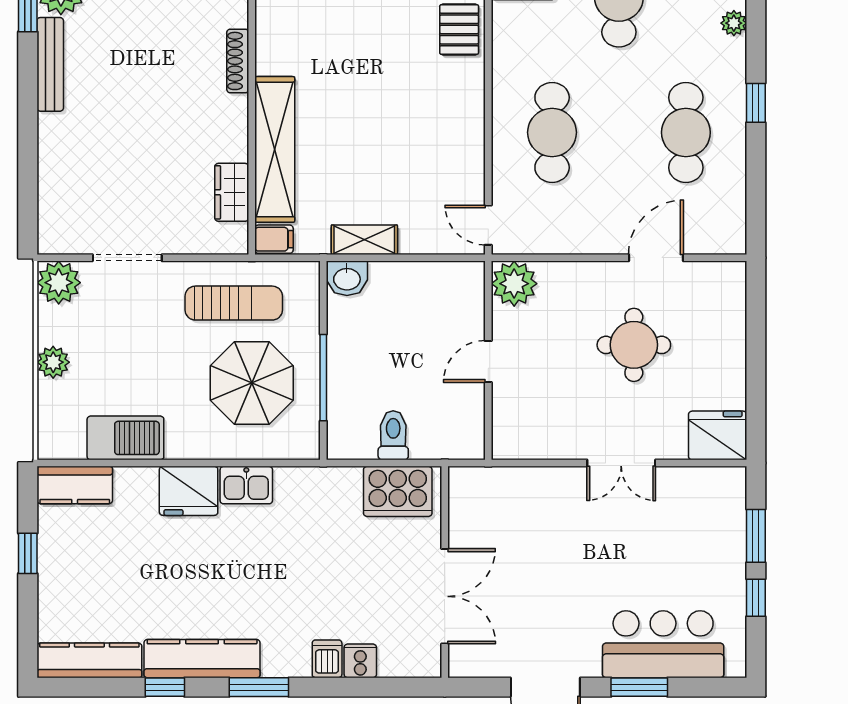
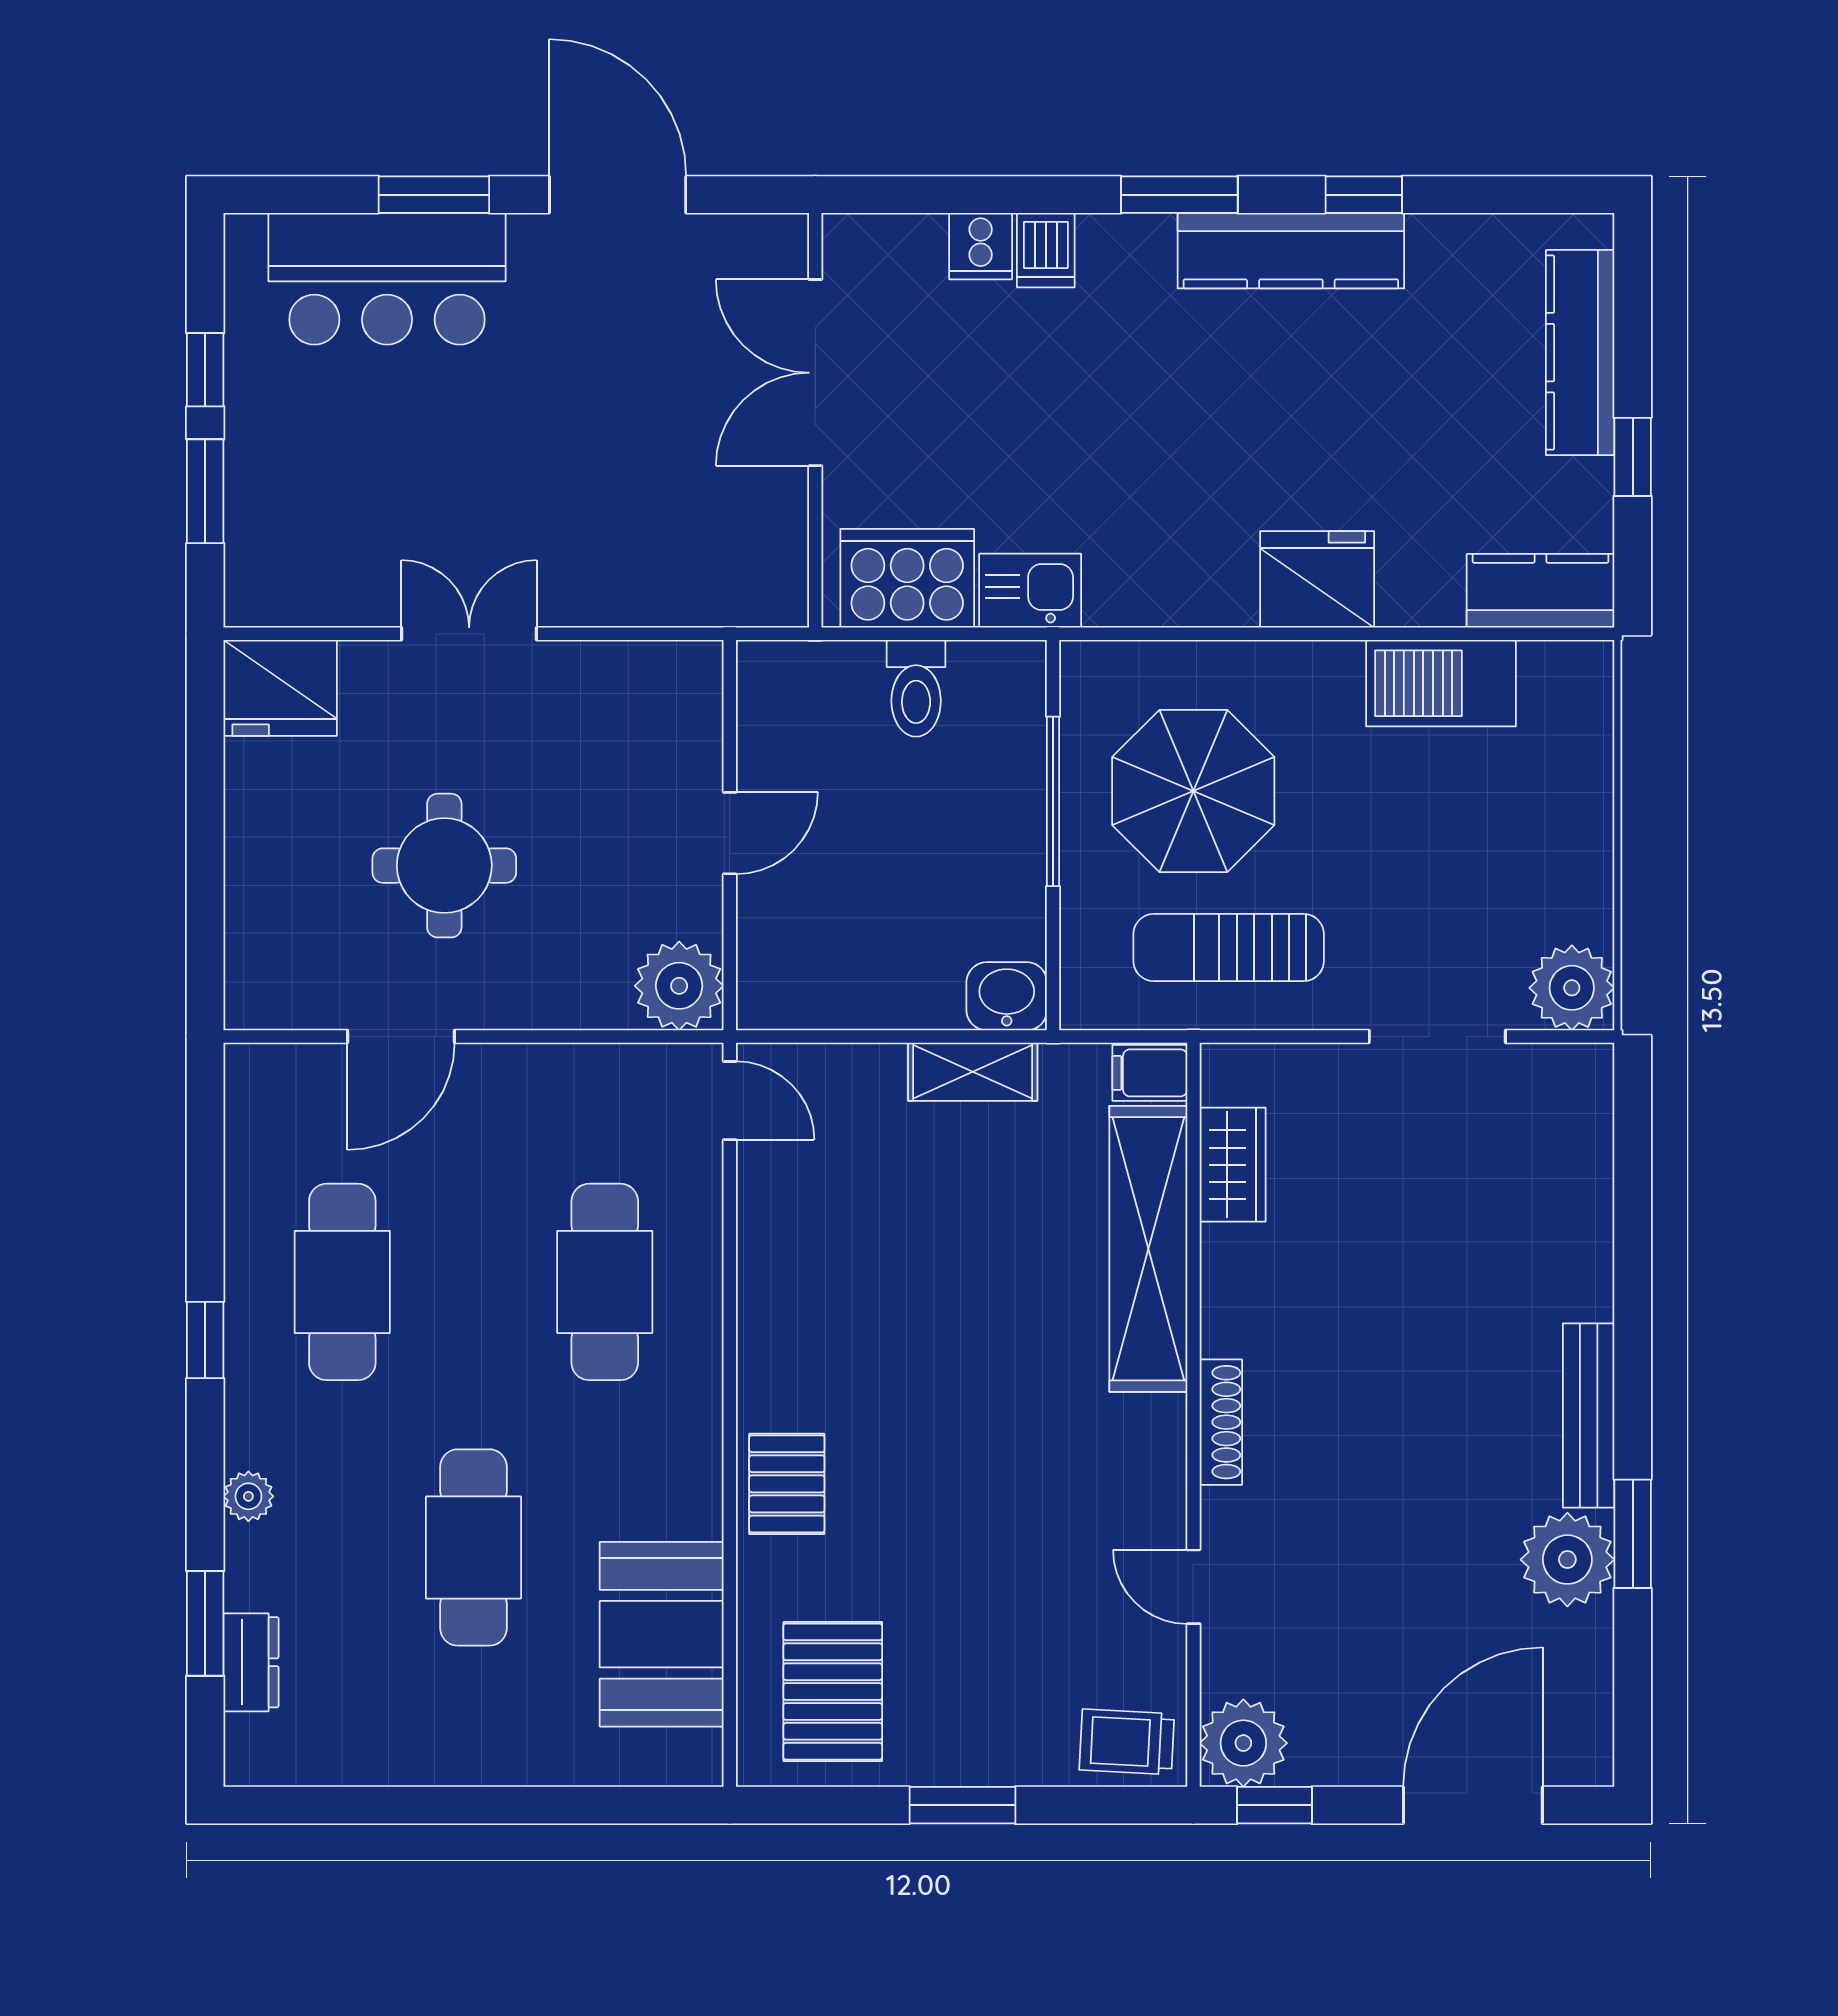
plant: (53, 362) -> (1583, 832), removed
kitchen sink: (246, 485) -> (1030, 591), moved
kitchen counter: (89, 660) -> (1580, 353), moved, turned 90

